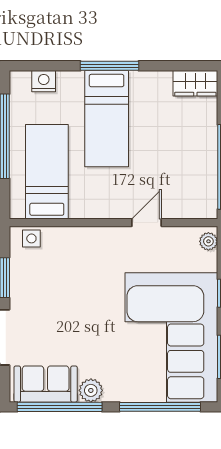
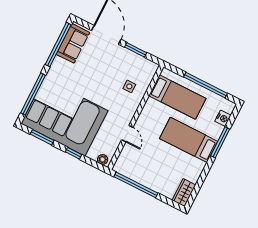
window: (110, 66) -> (220, 142), moved
side table: (31, 238) -> (129, 86), moved
plant: (91, 390) -> (58, 64), removed

